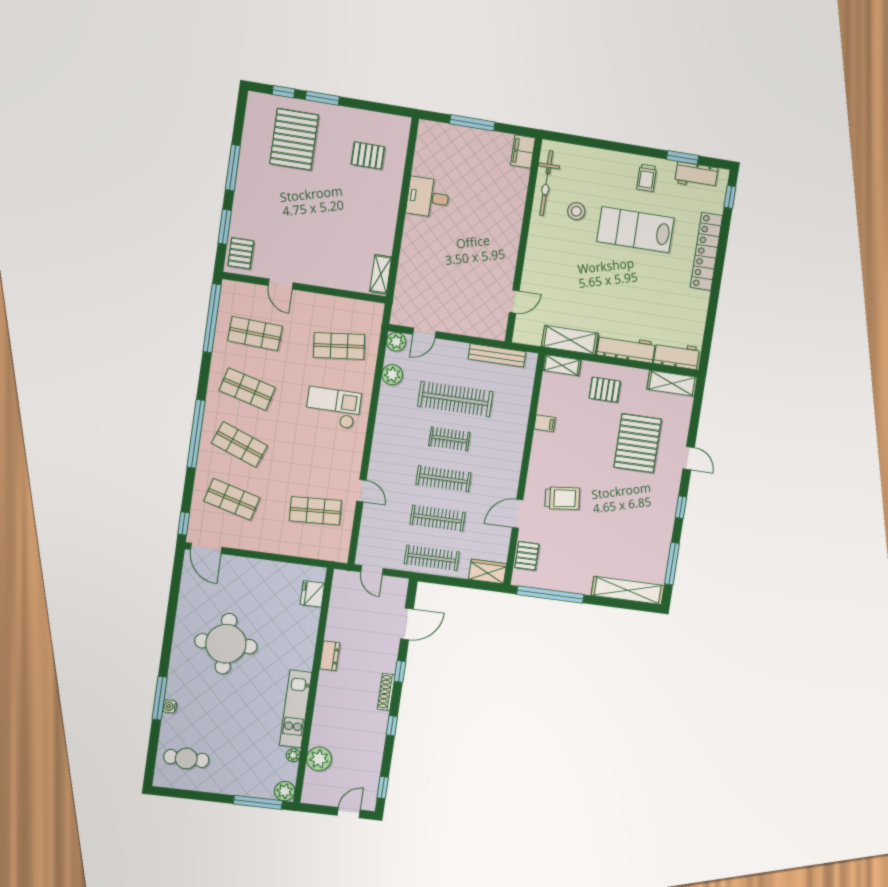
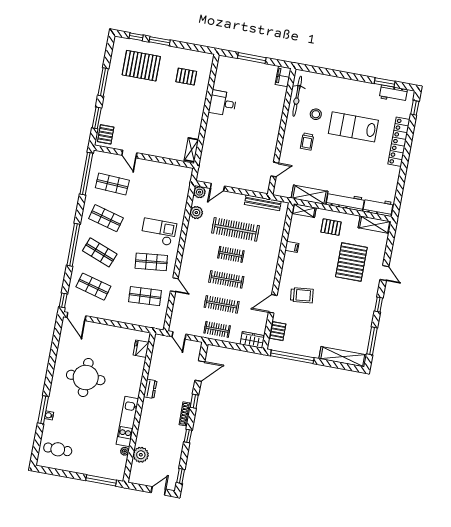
pallet: (294, 139) -> (141, 66), turned 90
trolley: (647, 178) -> (307, 142), moved
shop shelf: (339, 346) -> (151, 262), moved
clothes rail: (432, 558) -> (217, 329), width x0.73
plant: (285, 791) -> (118, 474), removed

